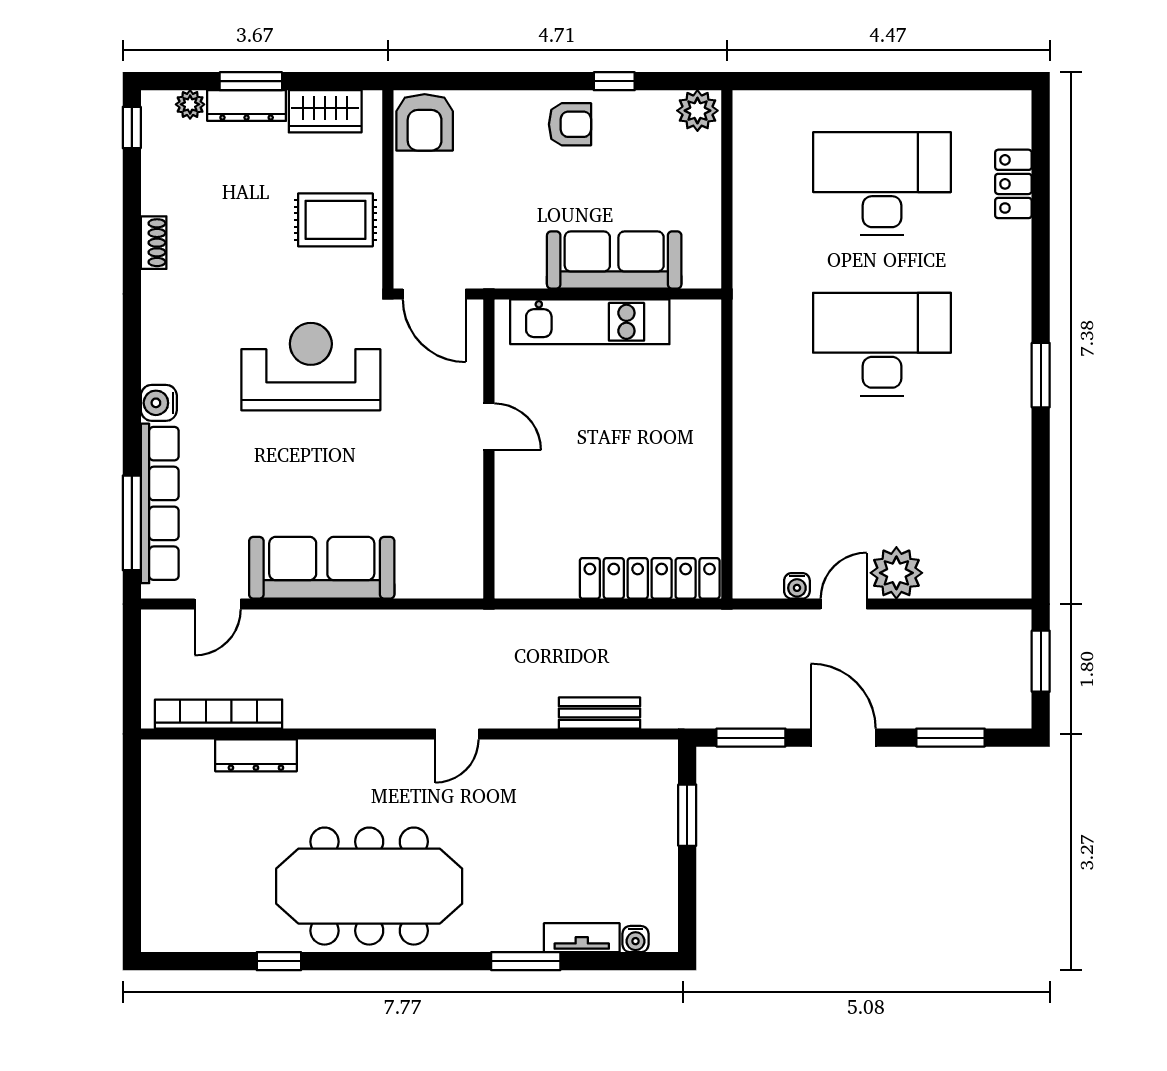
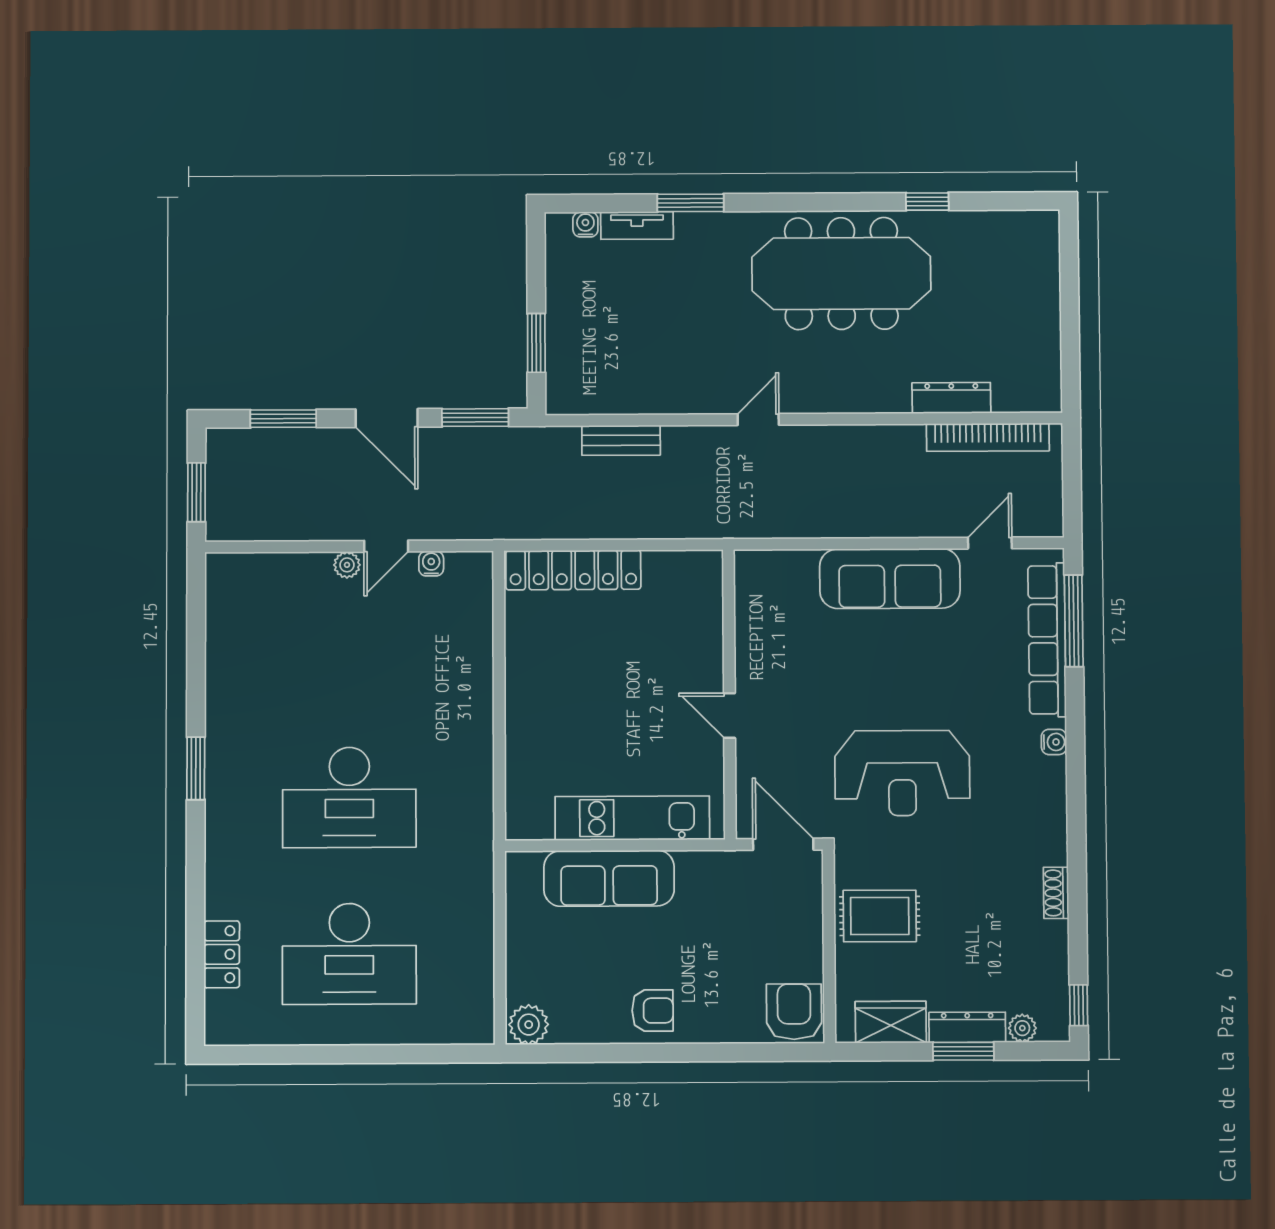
window: (614, 81) -> (610, 1053), removed
armchair: (570, 124) -> (653, 1011), turned 180
water cooler: (159, 403) -> (1054, 742), width x0.72, depth x0.72
plant: (896, 573) -> (347, 565), width x0.53, depth x0.53

